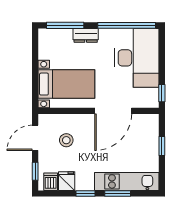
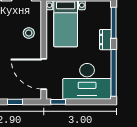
door: (113, 111) -> (44, 74), moved
stool: (66, 140) -> (29, 33), moved

